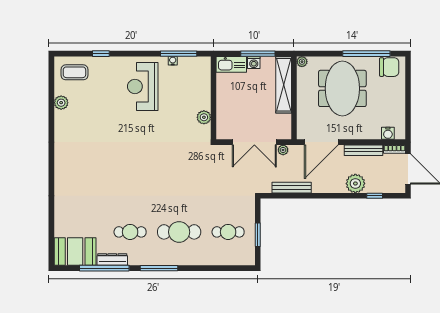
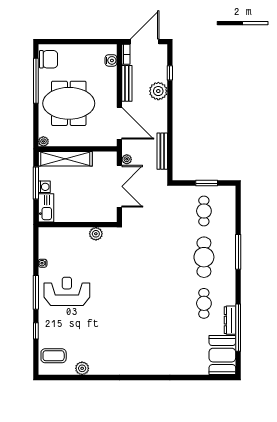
window: (179, 54) -> (36, 292), moved
chair: (389, 67) -> (49, 59), turned 90
coffee table: (74, 72) -> (54, 356), turned 90
reception desk: (143, 86) -> (67, 291), turned 180
window: (159, 268) -> (238, 252), moved

